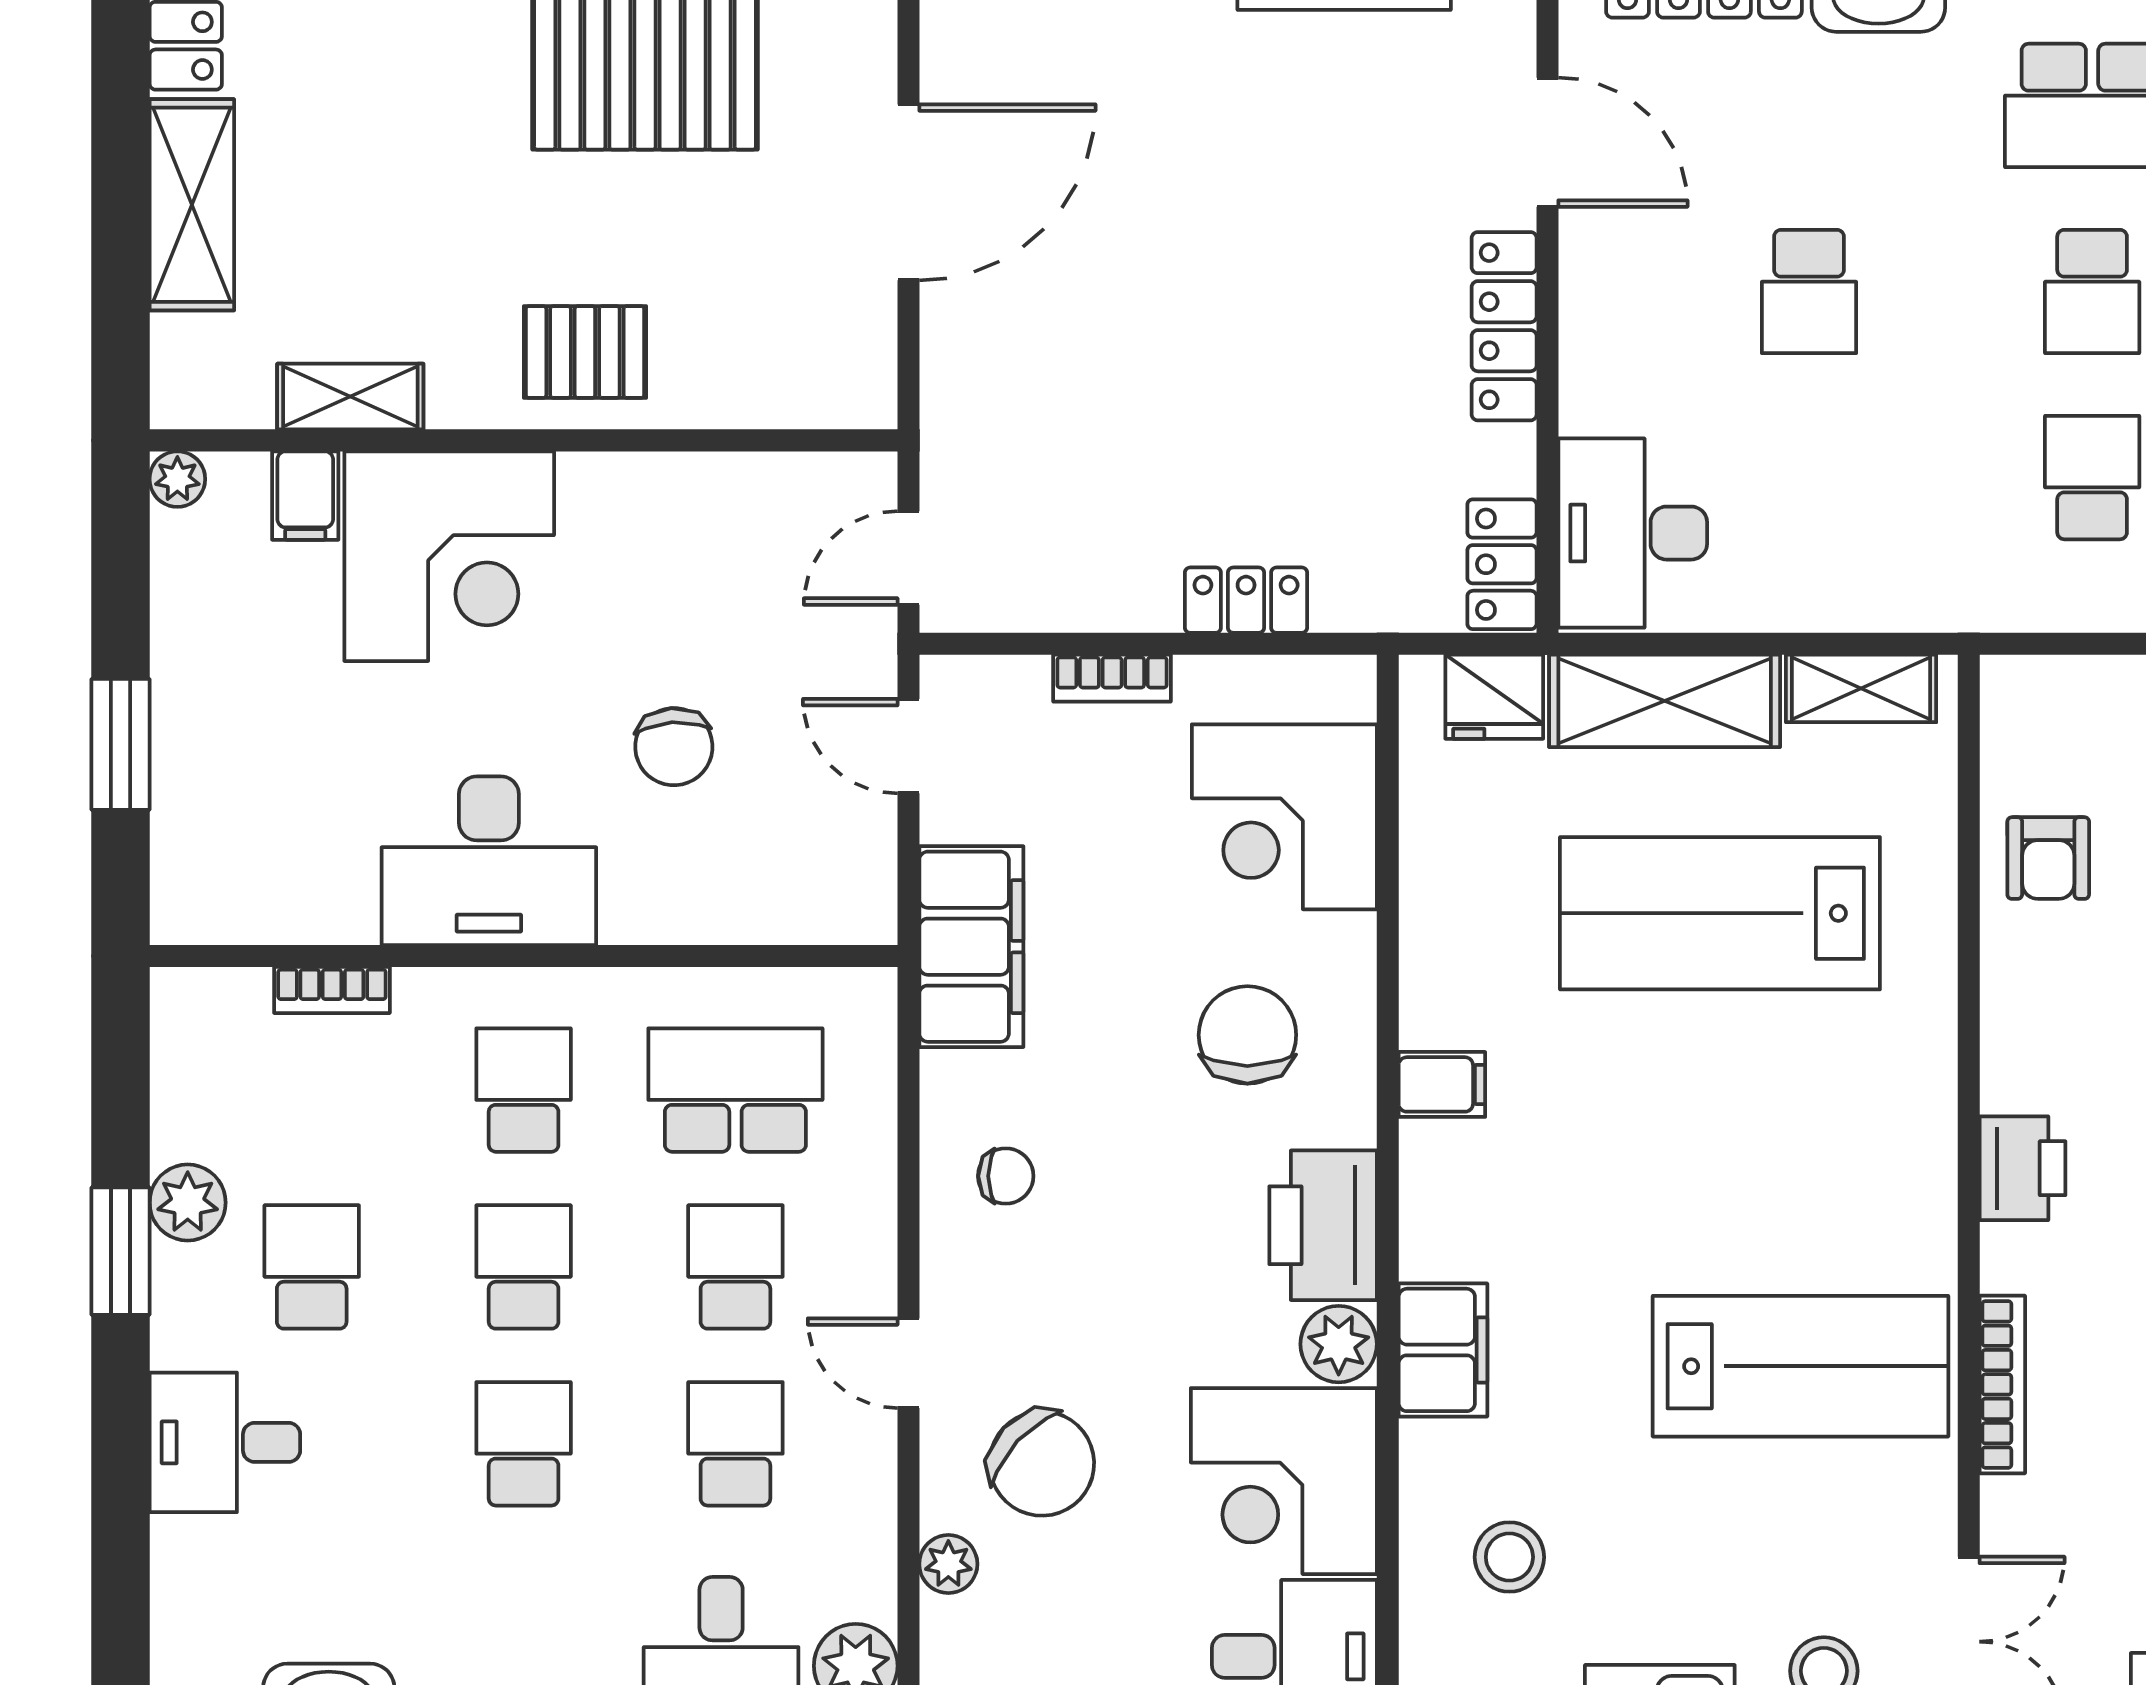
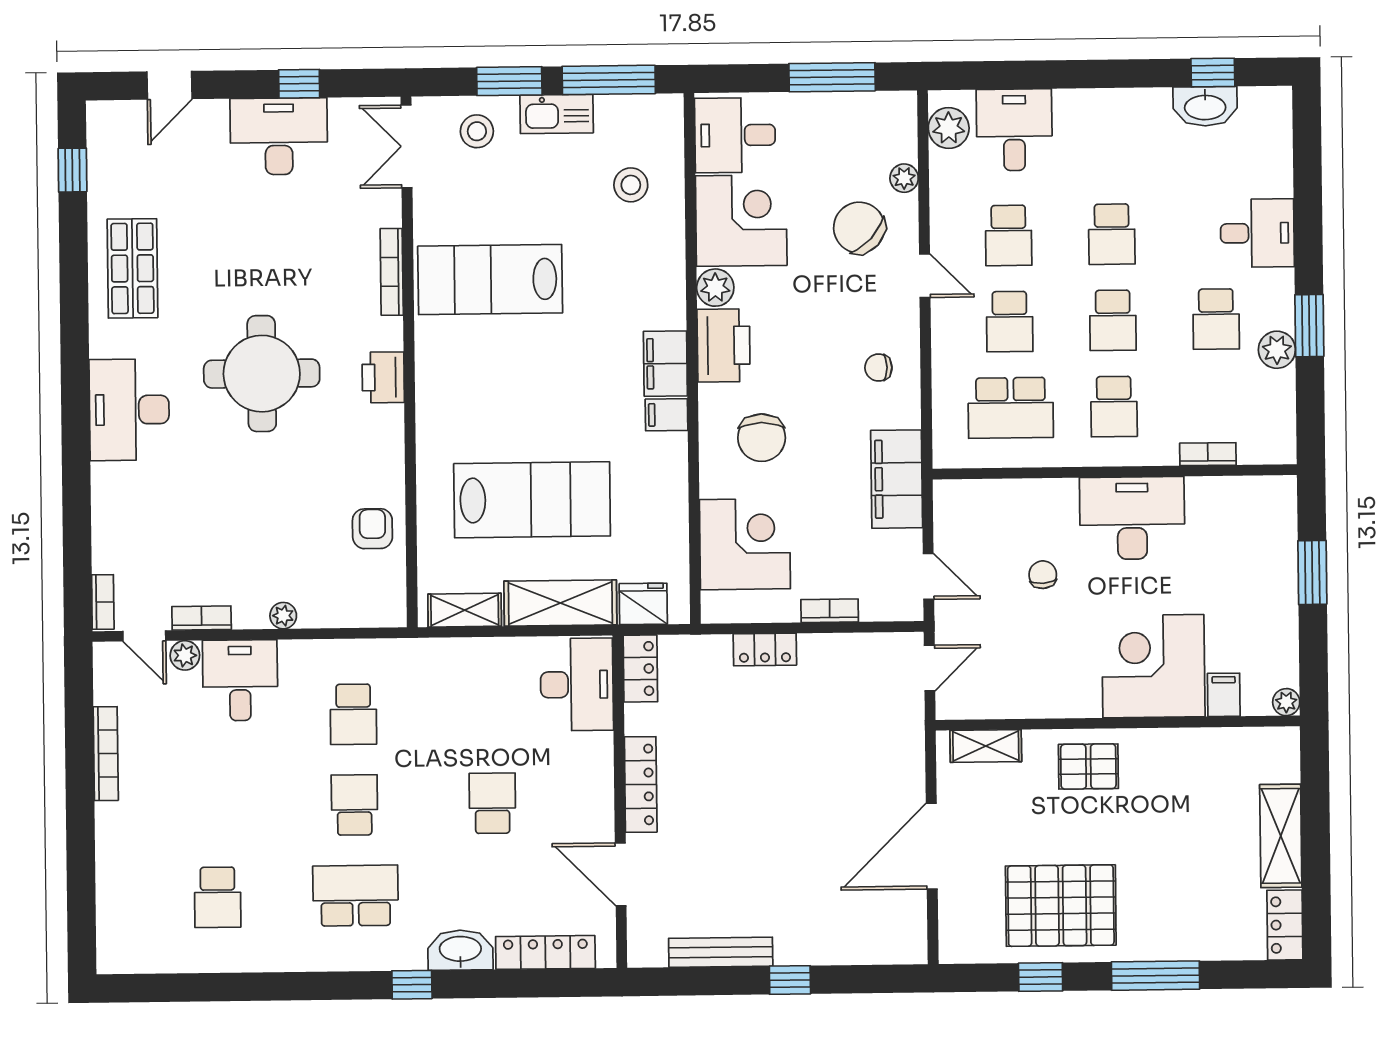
shelving: (350, 397) -> (986, 746), moved
chair: (674, 747) -> (1043, 575), width x0.73, depth x0.73
filing cabinet: (1443, 1350) -> (665, 364), moved

